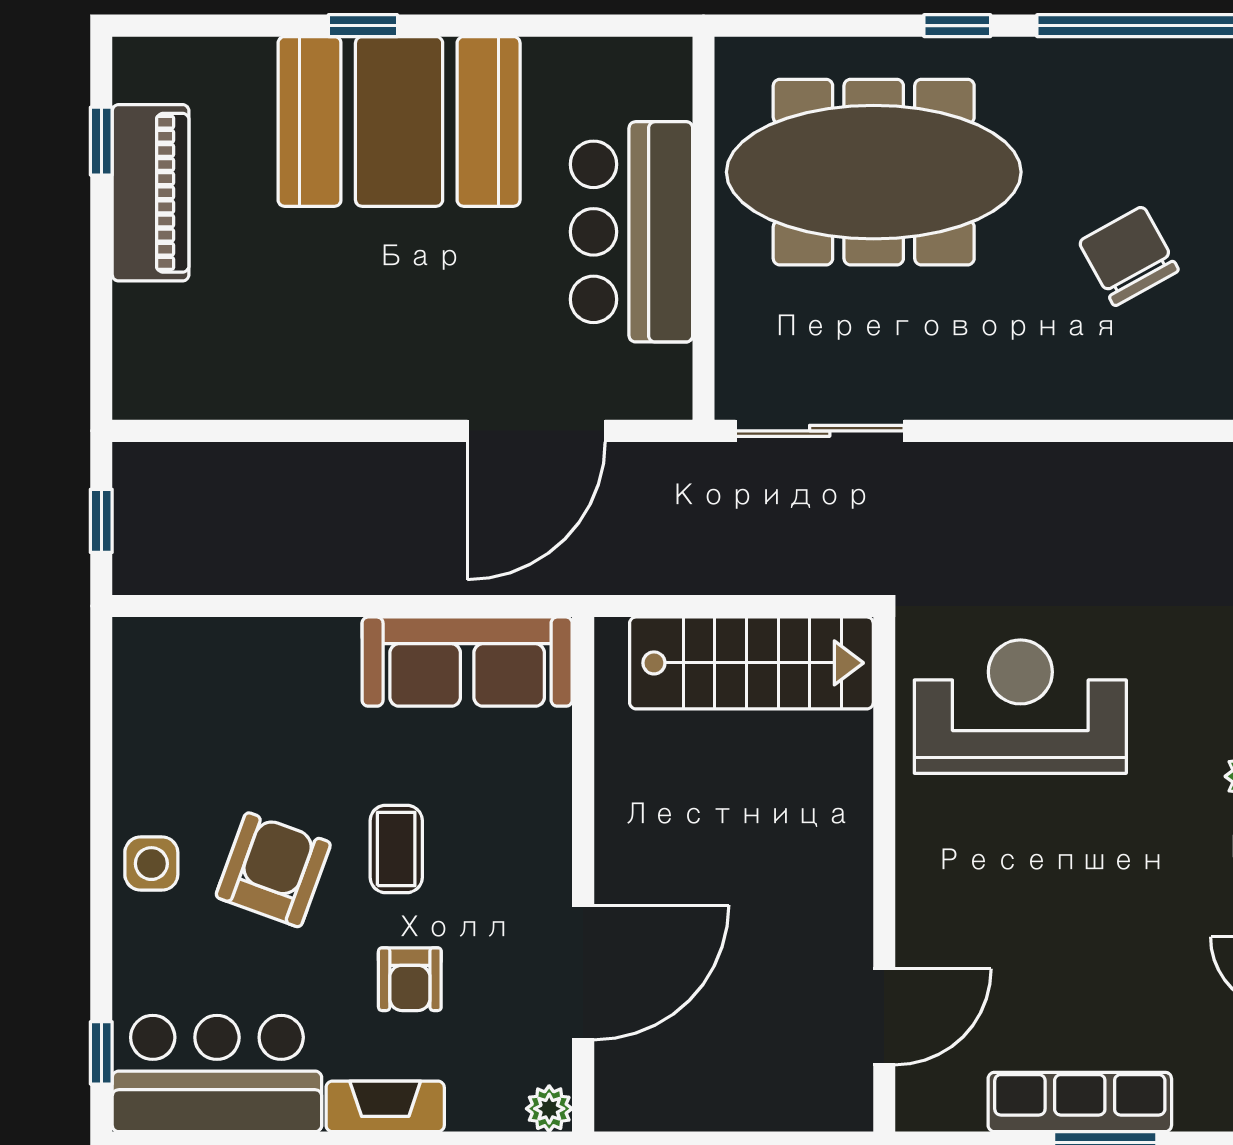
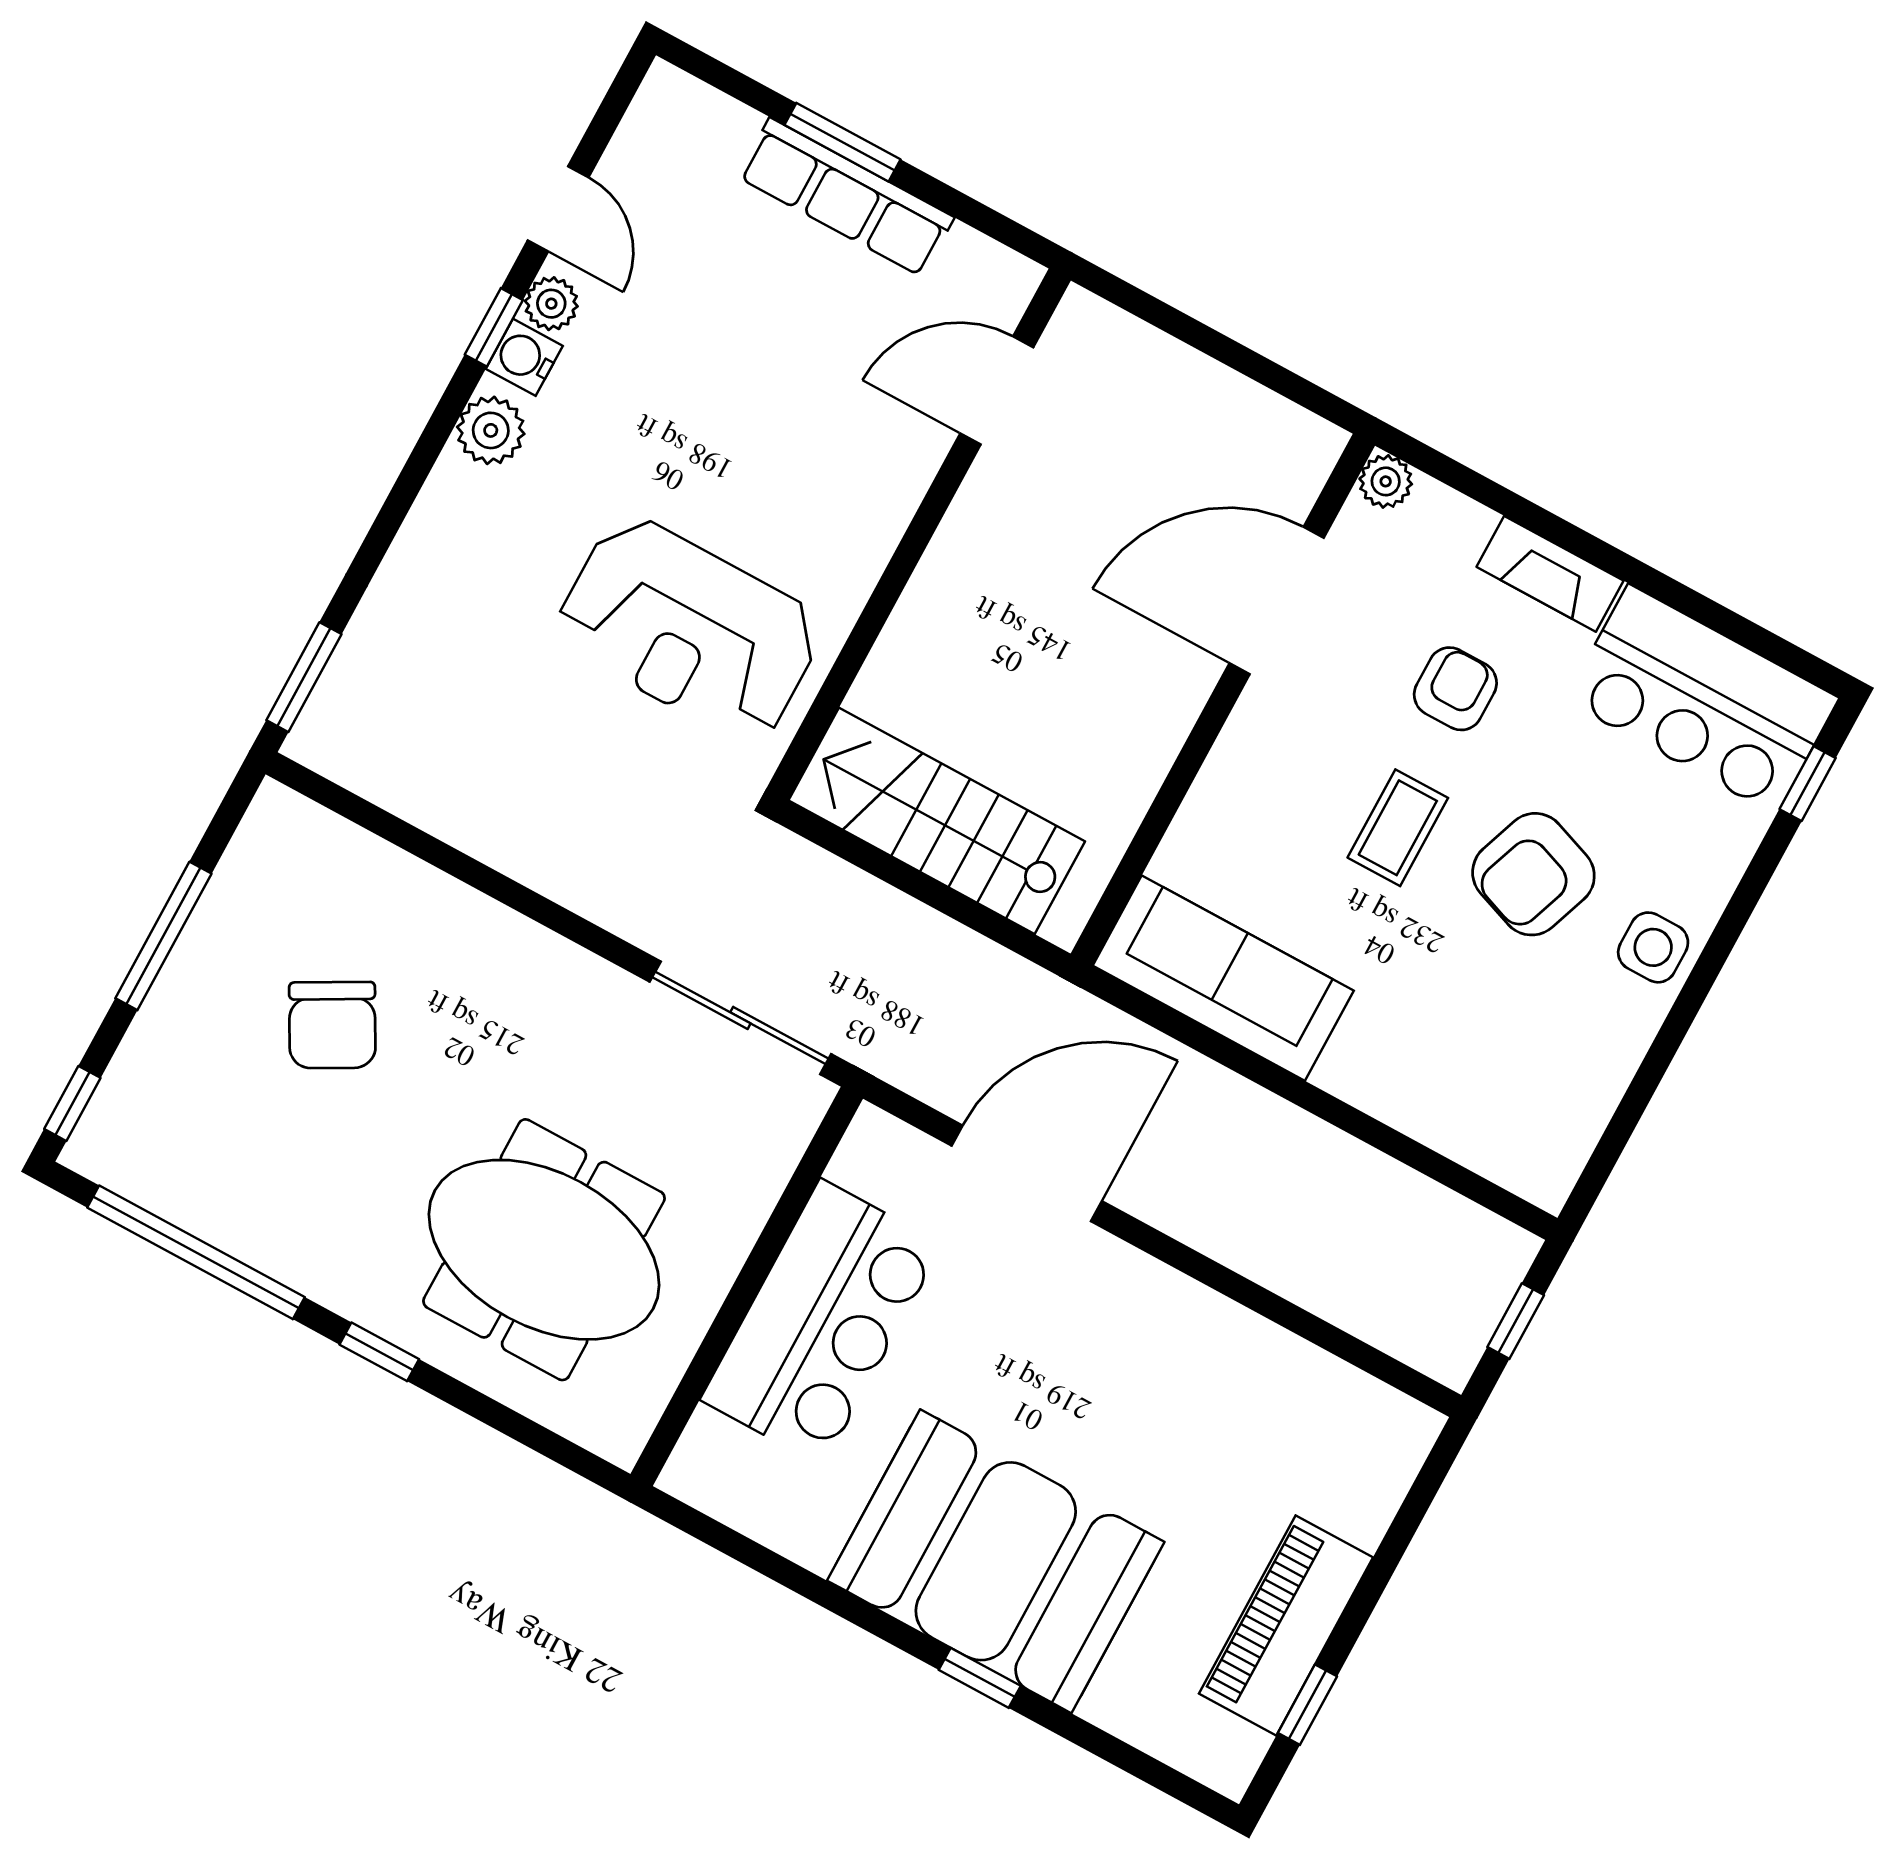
meeting table: (874, 172) -> (544, 1250), width x0.73

